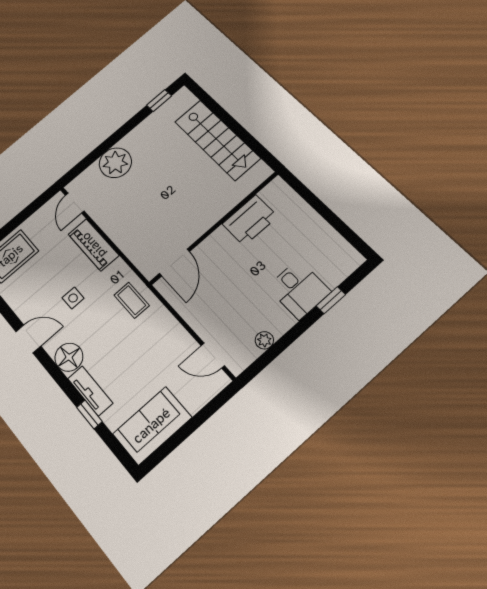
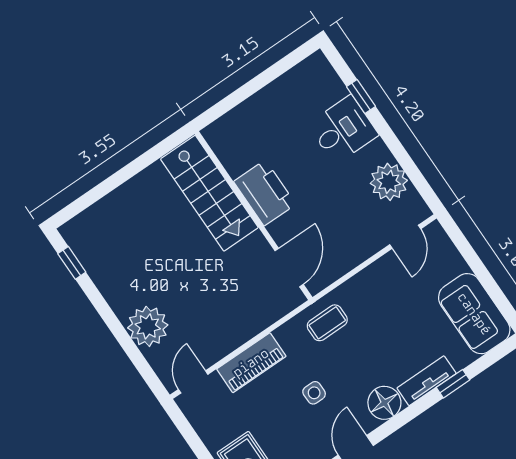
stairs: (217, 140) -> (209, 193), moved, turned 90
door: (75, 203) -> (193, 382), swing flipped
printer: (250, 220) -> (265, 193), moved
door: (174, 263) -> (289, 268), hinge flipped
plant: (264, 340) -> (389, 182), width x1.87, depth x1.87

